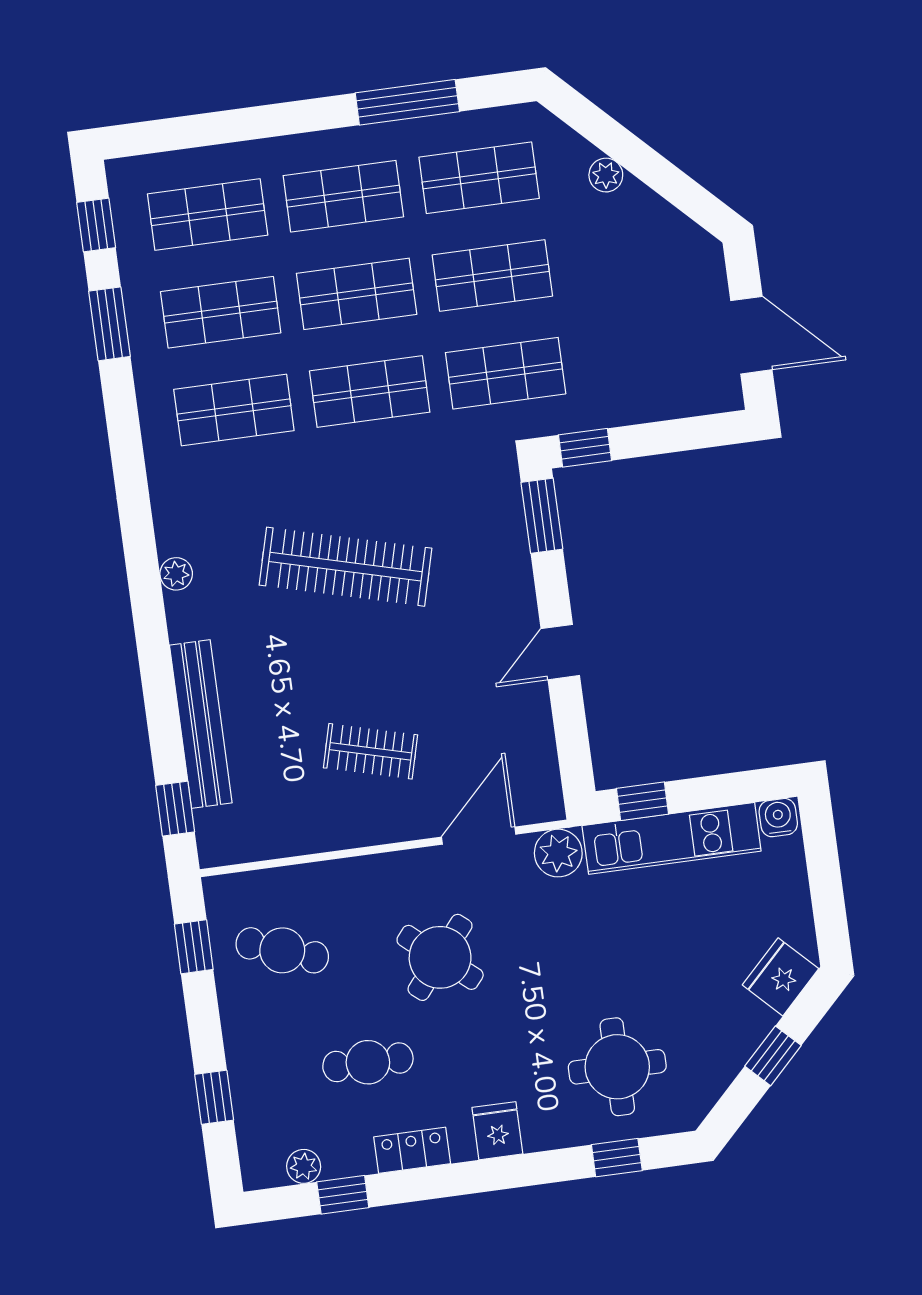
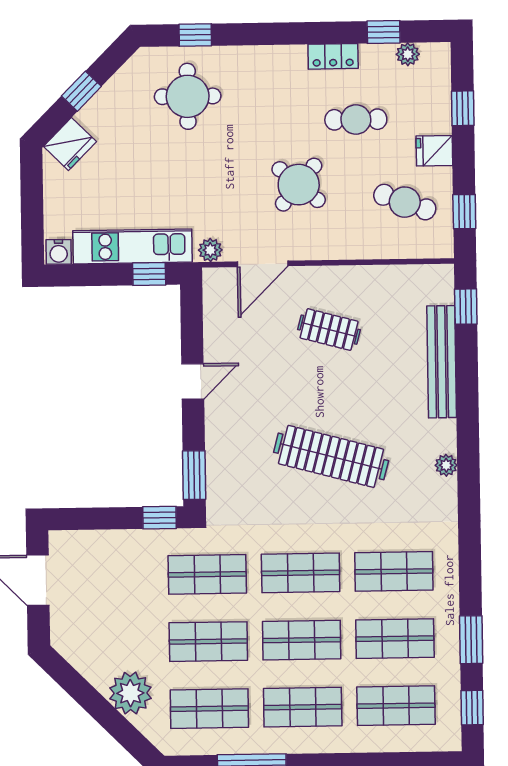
plant: (606, 175) -> (130, 693), width x1.87, depth x1.87
plant: (558, 853) -> (210, 250), width x0.73, depth x0.73
fridge: (497, 1131) -> (434, 151), moved, turned 90

